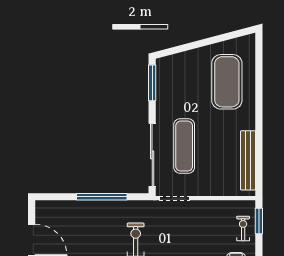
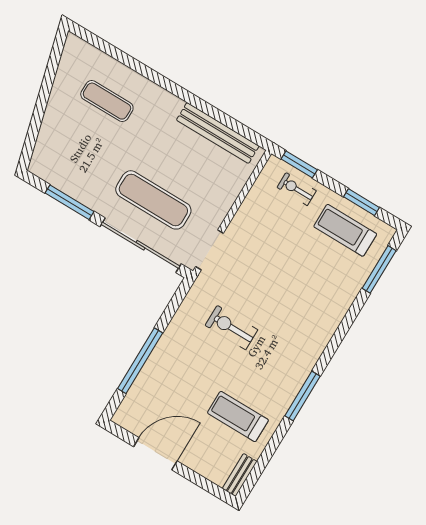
exercise mat: (227, 82) -> (107, 101), width x0.50, depth x0.69
window: (152, 83) -> (70, 202), moved
window: (102, 197) -> (140, 361), moved

